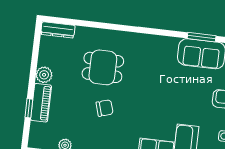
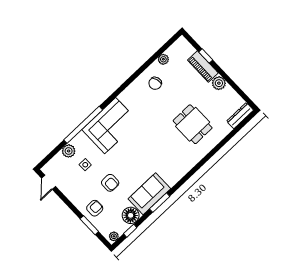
dining table: (103, 67) -> (193, 124), turned 90
chair: (105, 108) -> (155, 83), moved

